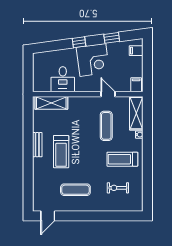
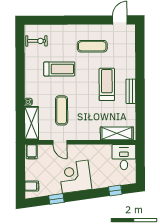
window: (79, 42) -> (115, 191), moved
desk: (63, 79) -> (124, 157), moved
treadmill: (122, 159) -> (59, 69), moved
exercise bike: (118, 188) -> (36, 41), moved

